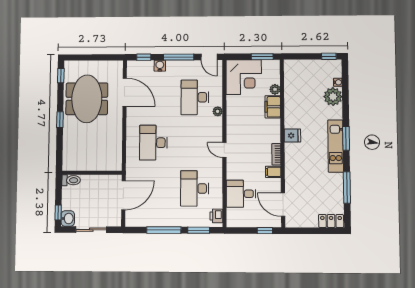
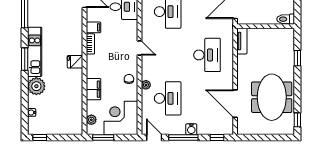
water cooler: (160, 66) -> (191, 129), moved
plant: (275, 89) -> (91, 120), moved
plant: (333, 97) -> (36, 86), moved
chair: (236, 117) -> (129, 79), added
window: (60, 120) -> (297, 58), moved
tv unit: (117, 157) -> (242, 41), added

